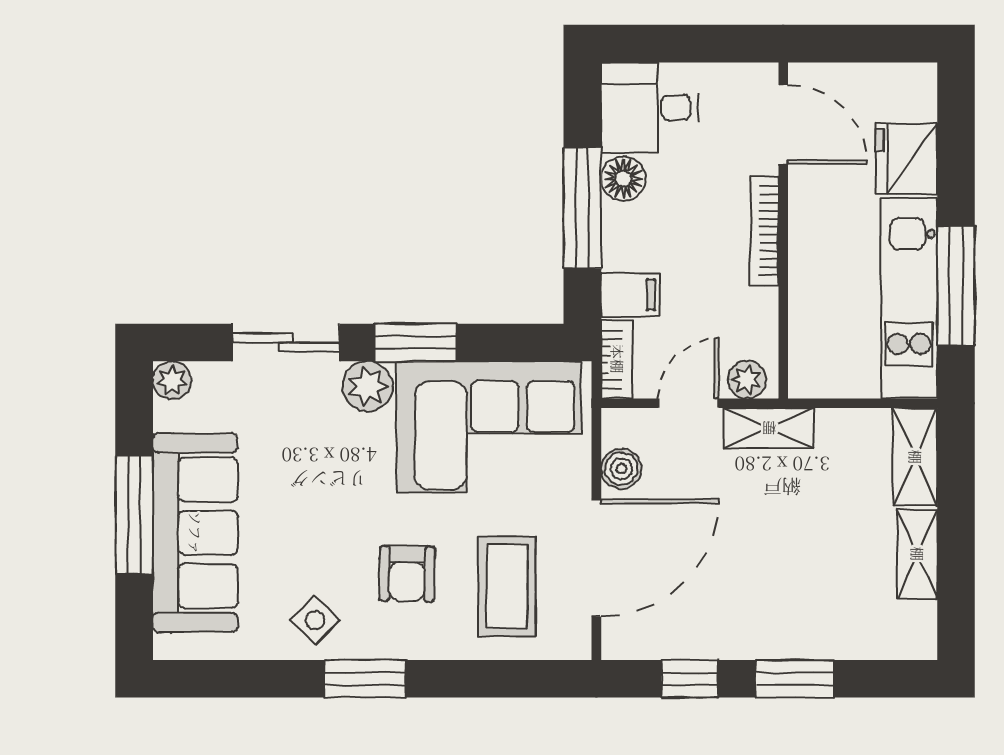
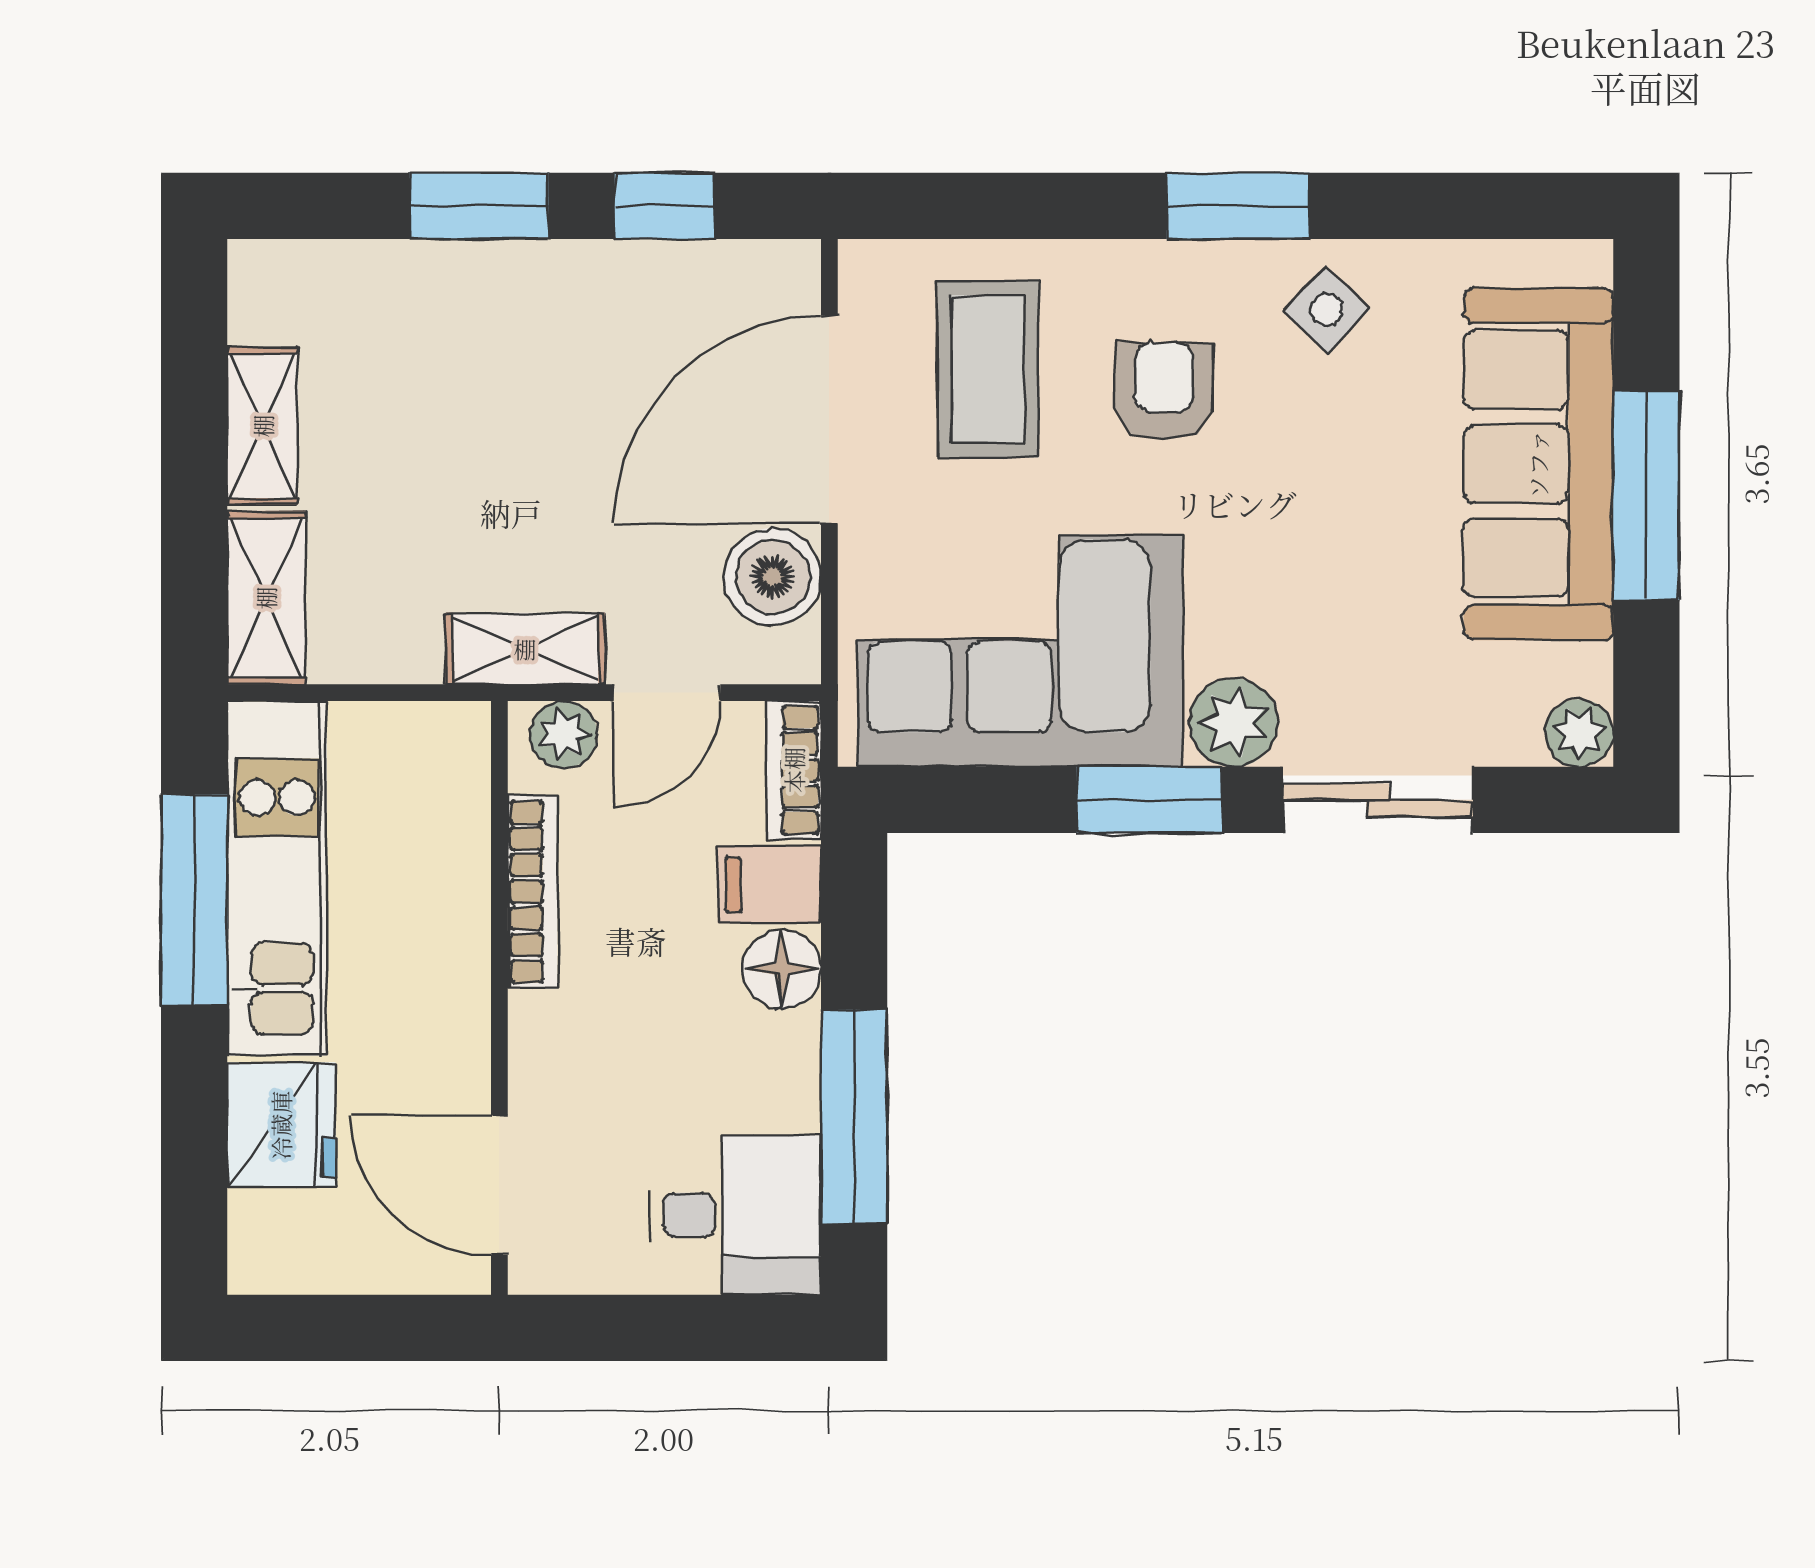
floor lamp: (623, 179) -> (782, 969), moved
window: (582, 208) -> (854, 1117), moved
bookcase: (764, 231) -> (532, 892), moved
boiler: (621, 469) -> (772, 577), width x1.36, depth x1.36

